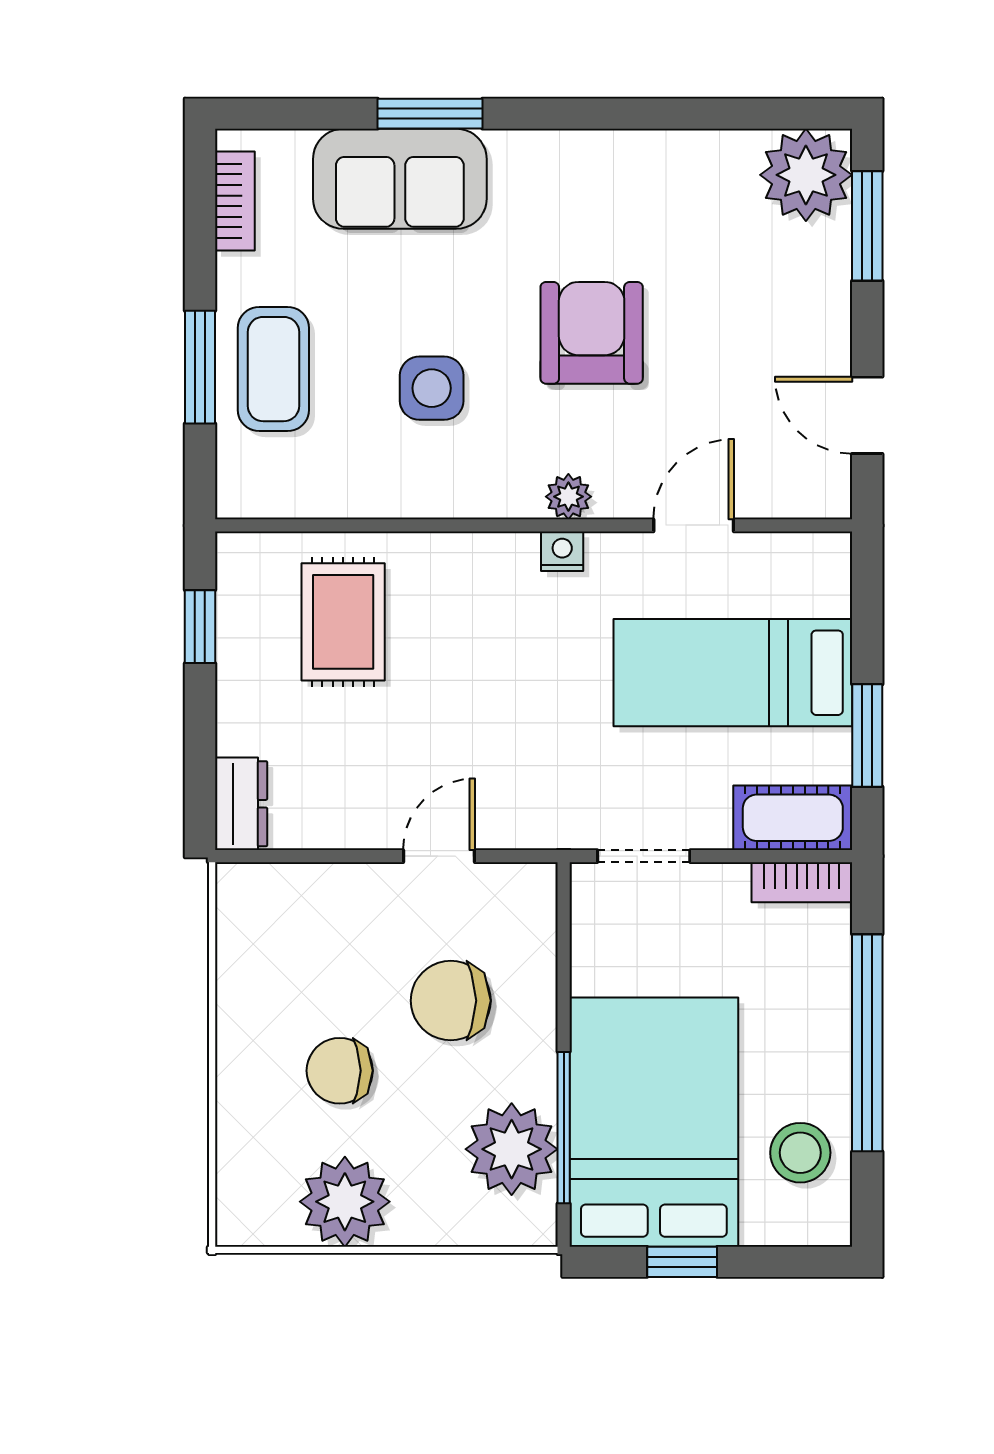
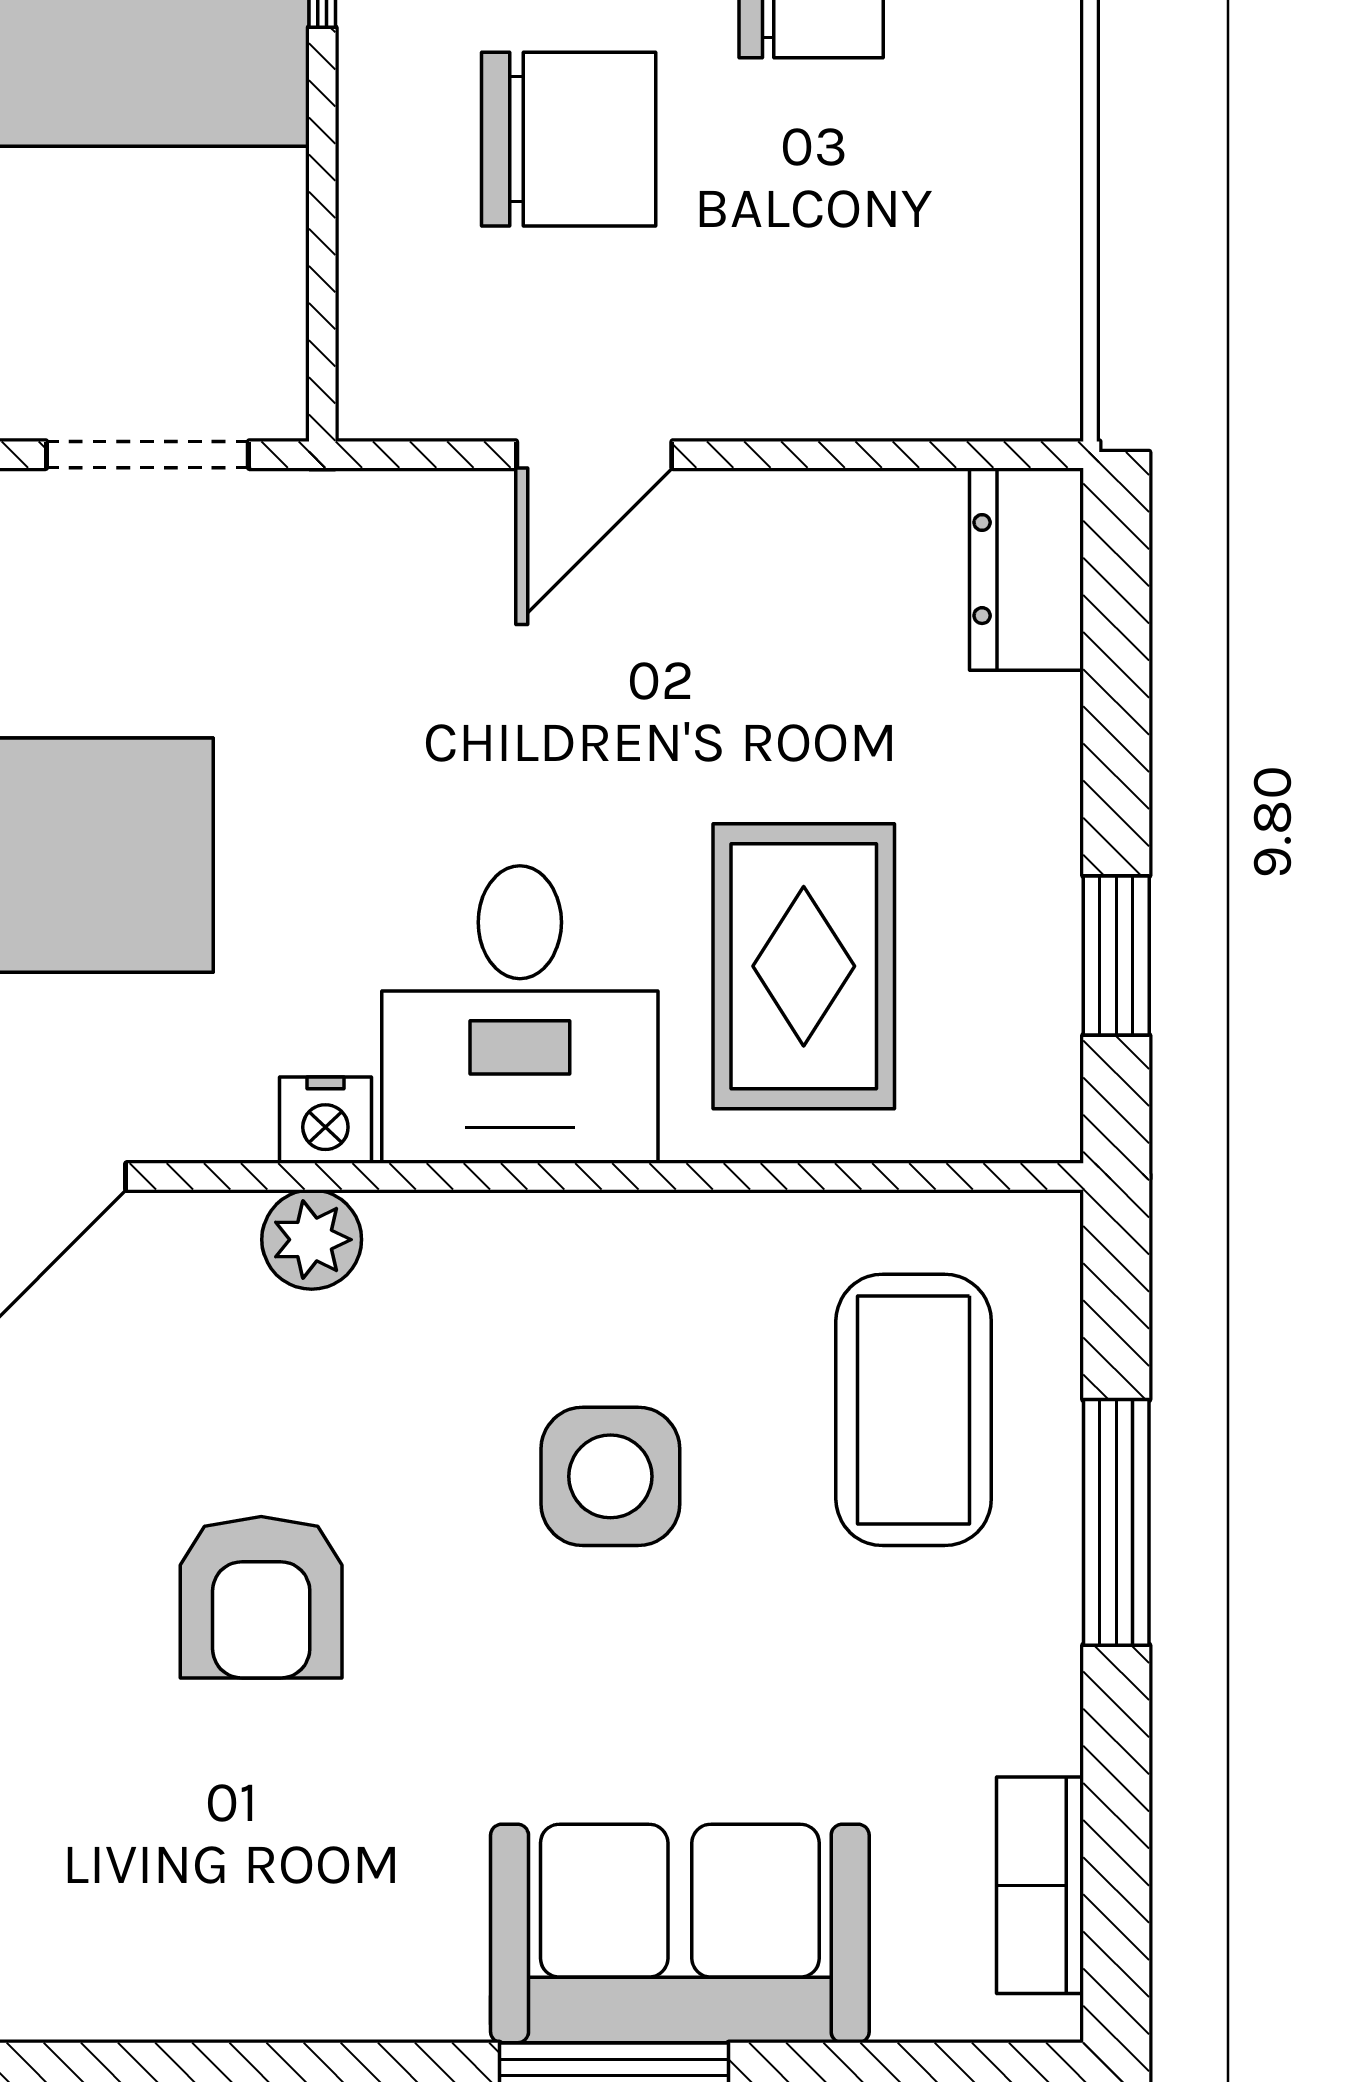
armchair: (592, 333) -> (261, 1597), width x0.72, depth x0.72
coffee table: (273, 369) -> (914, 1410), moved
desk: (473, 600) -> (520, 1015), added

